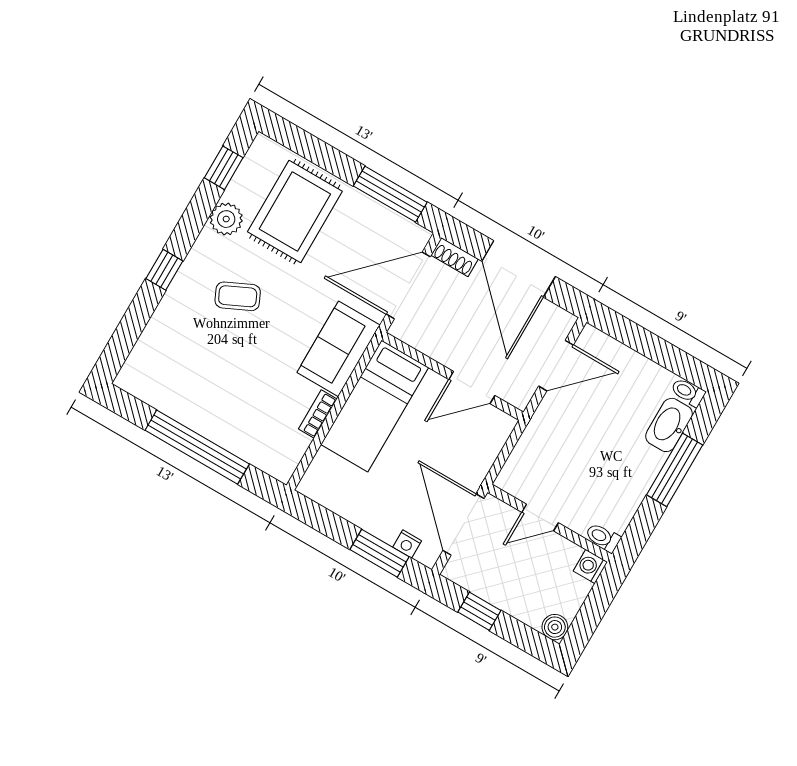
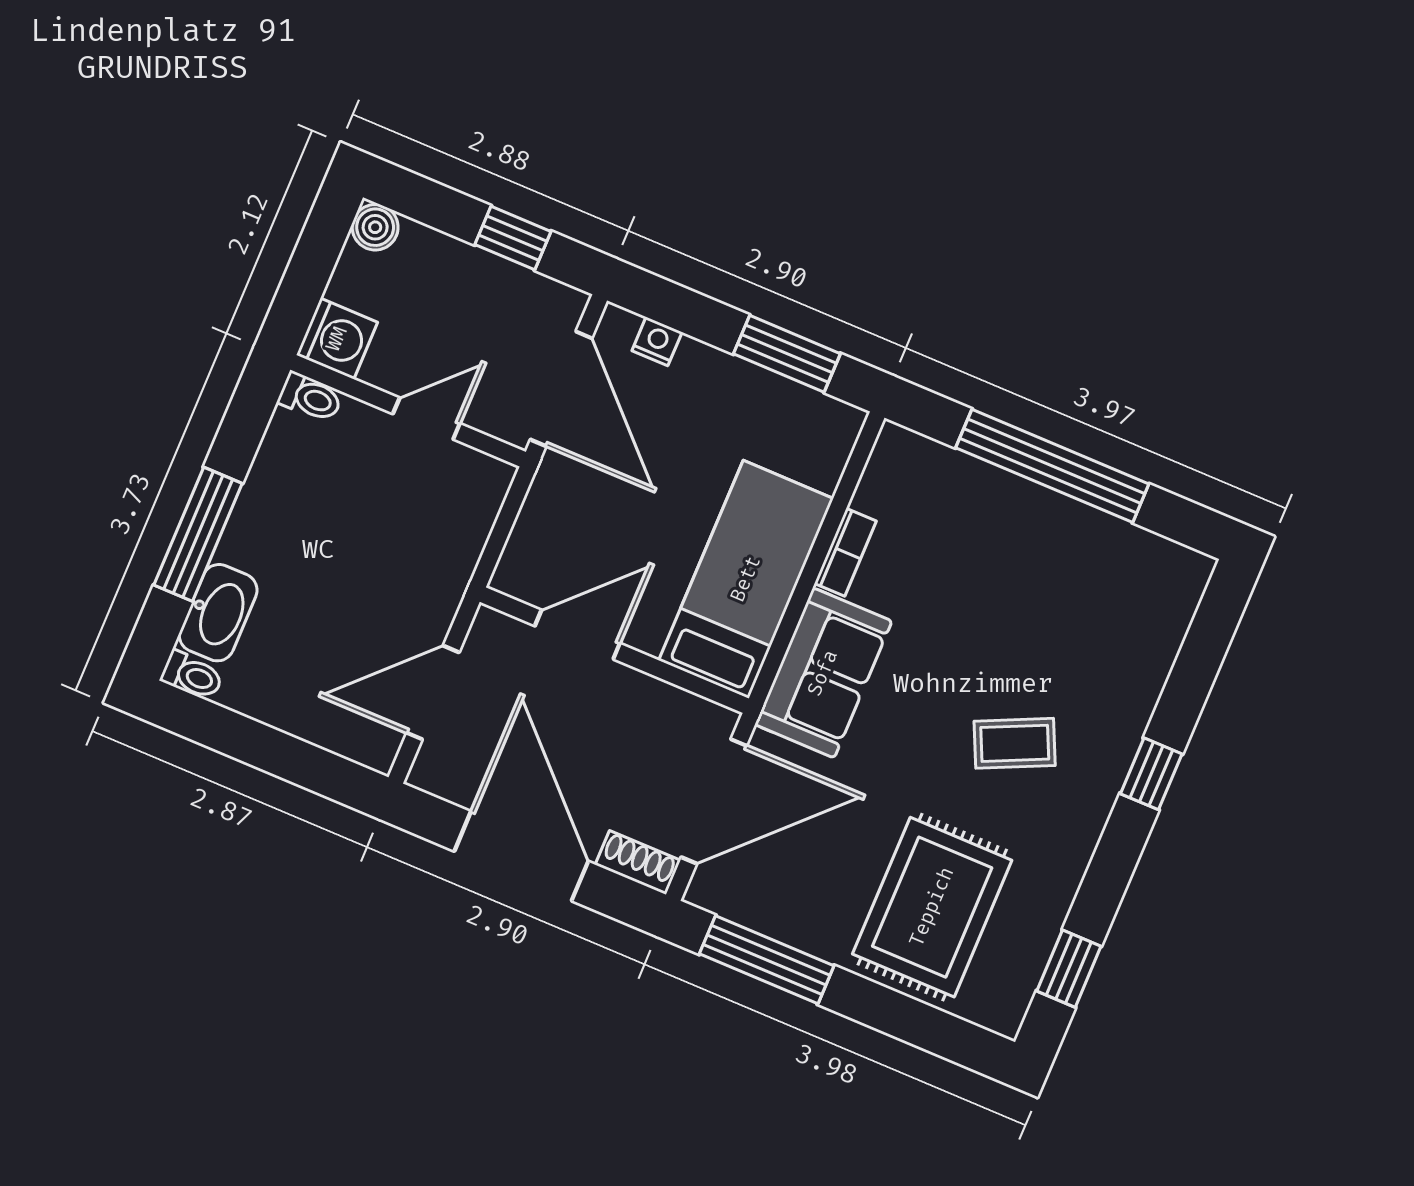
plant: (226, 219) -> (1053, 878), removed
window: (380, 553) -> (787, 354), moved
washing machine: (590, 566) -> (337, 339), width x1.38, depth x1.38

